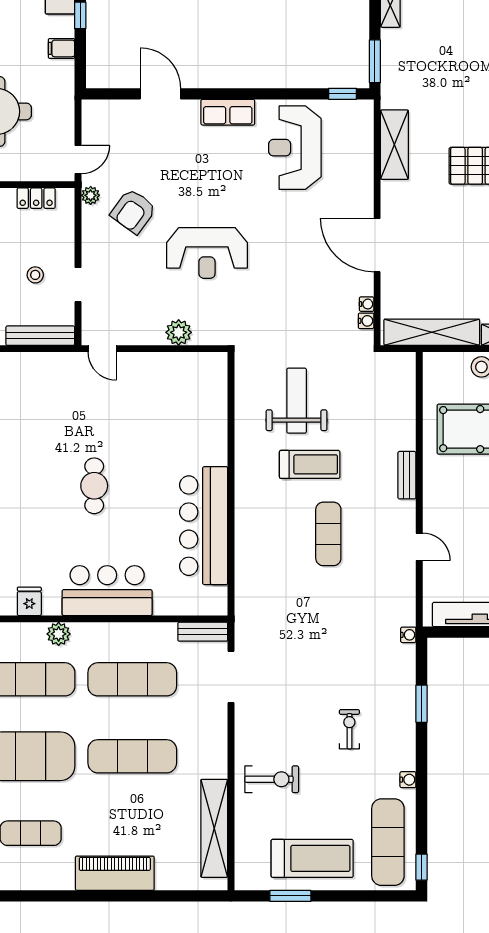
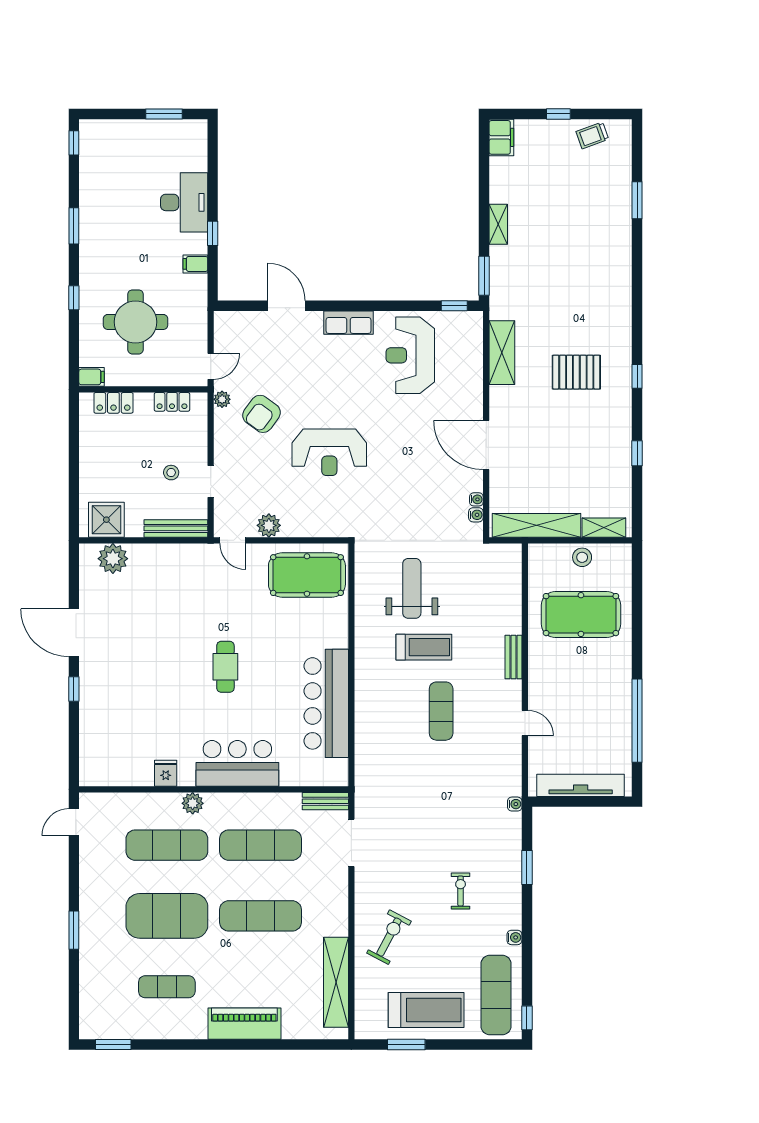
plant: (179, 332) -> (269, 525), moved
pool table: (183, 386) -> (307, 575), added
exercise bike: (272, 779) -> (389, 937), turned -62

